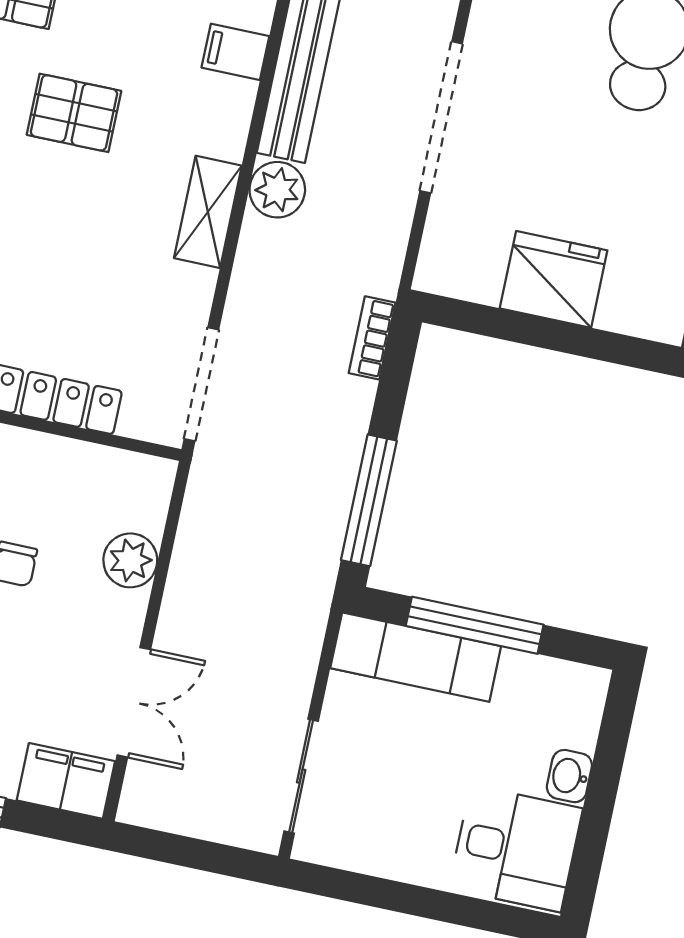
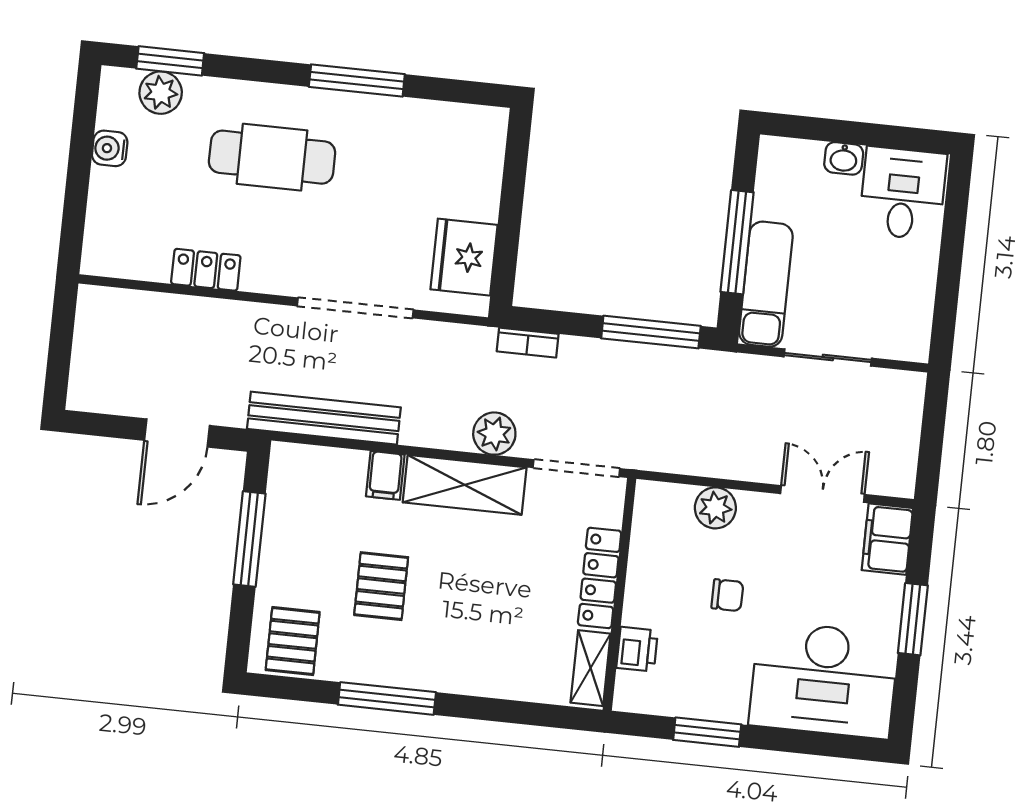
filing cabinet: (235, 52) -> (385, 475), moved
plant: (277, 190) -> (494, 434), moved
shelving: (208, 212) -> (465, 485), width x1.50, depth x1.33
fridge: (554, 279) -> (464, 257), moved
sliding door: (301, 776) -> (828, 358), moved

